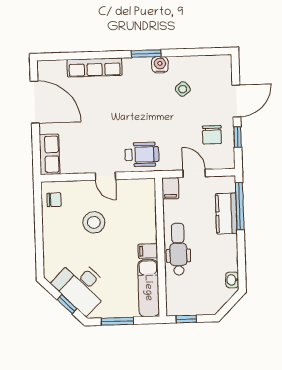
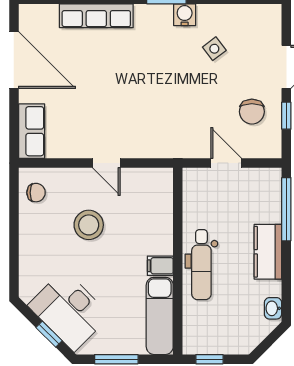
wheelchair: (142, 154) -> (156, 135), removed
filing cabinet: (170, 188) -> (193, 182), removed
kitchen counter: (226, 213) -> (268, 252), moved
dental chair: (178, 249) -> (201, 265), turned 180

